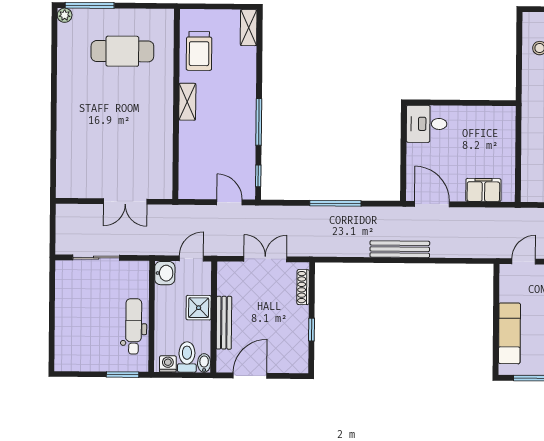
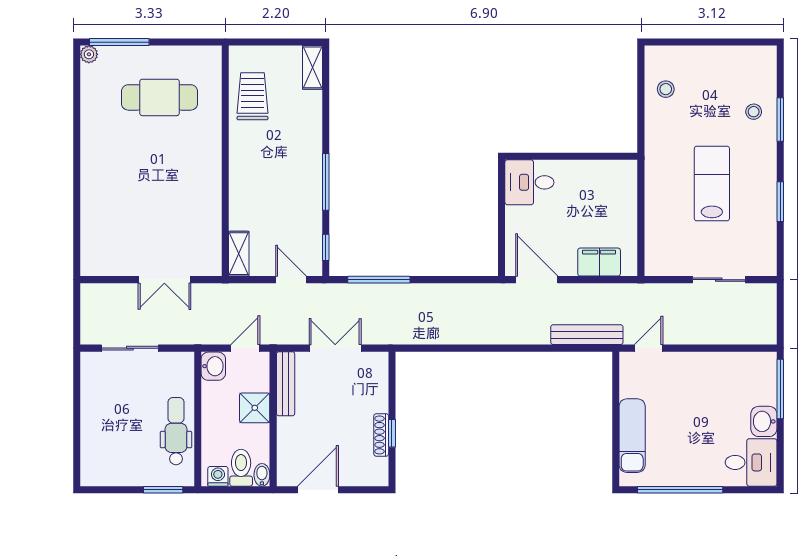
trolley: (199, 51) -> (253, 96), turned 180
shelving: (187, 102) -> (239, 254), moved
window: (335, 203) -> (379, 280), moved
bench: (400, 249) -> (587, 335), moved
shoe rack: (303, 287) -> (381, 435), moved
bench: (224, 323) -> (286, 384), moved

